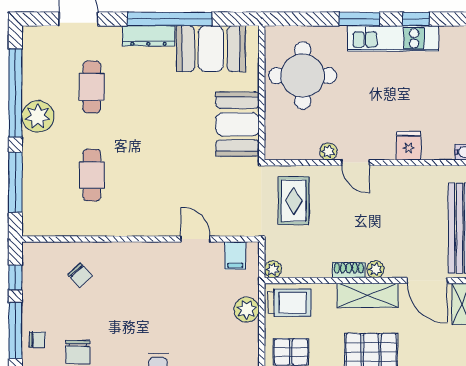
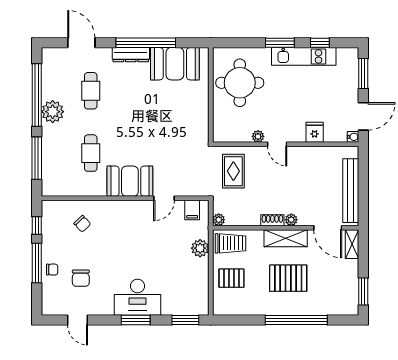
booth: (237, 124) -> (130, 181), moved, turned 90
door: (195, 239) -> (164, 198), swing flipped

